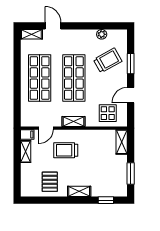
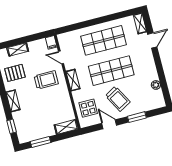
trolley: (108, 60) -> (118, 99), moved
trolley: (66, 150) -> (46, 80), turned 90
shelving: (26, 152) -> (18, 50), moved

